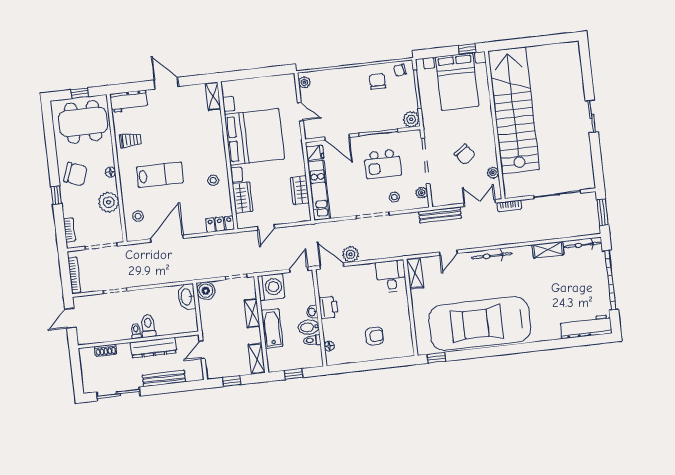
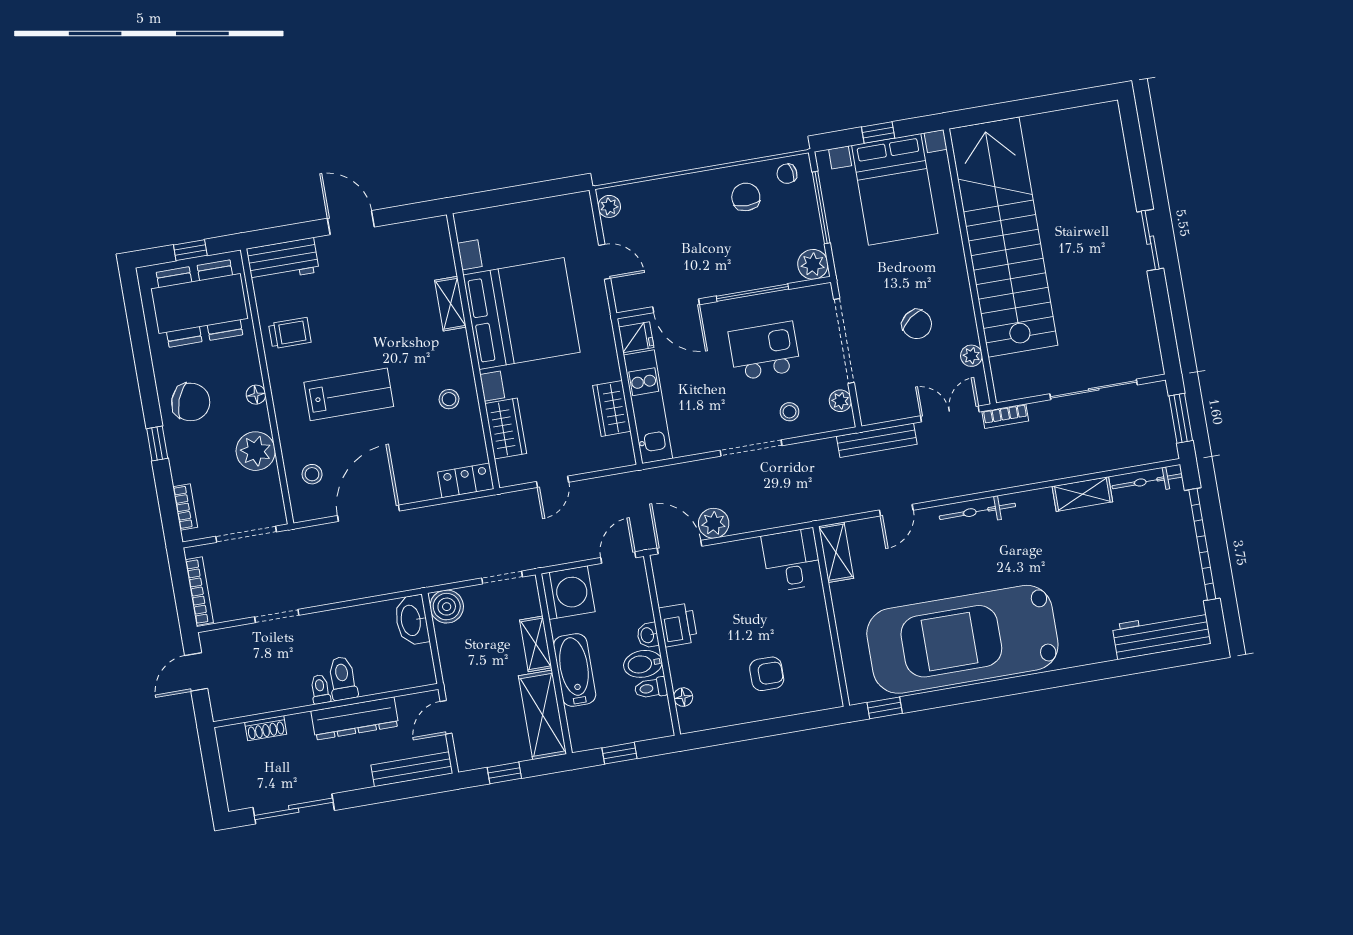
window: (467, 49) -> (878, 133), moved
shelving: (213, 96) -> (450, 304), moved
kitchen island: (383, 164) -> (764, 351), turned 180
shelving: (257, 359) -> (542, 715), width x1.50, depth x1.33
bench: (164, 378) -> (412, 769), moved

